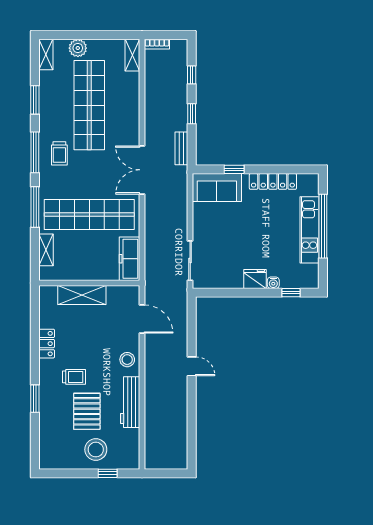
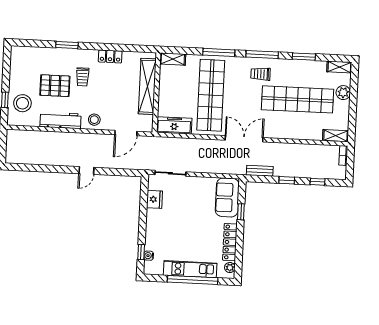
plant: (305, 180) -> (230, 268), added
shelving: (46, 250) -> (173, 59), moved
fridge: (255, 279) -> (154, 199), moved
water cooler: (273, 283) -> (149, 256), moved
shelving: (82, 295) -> (147, 86), width x1.47
stool: (96, 450) -> (22, 103), moved

